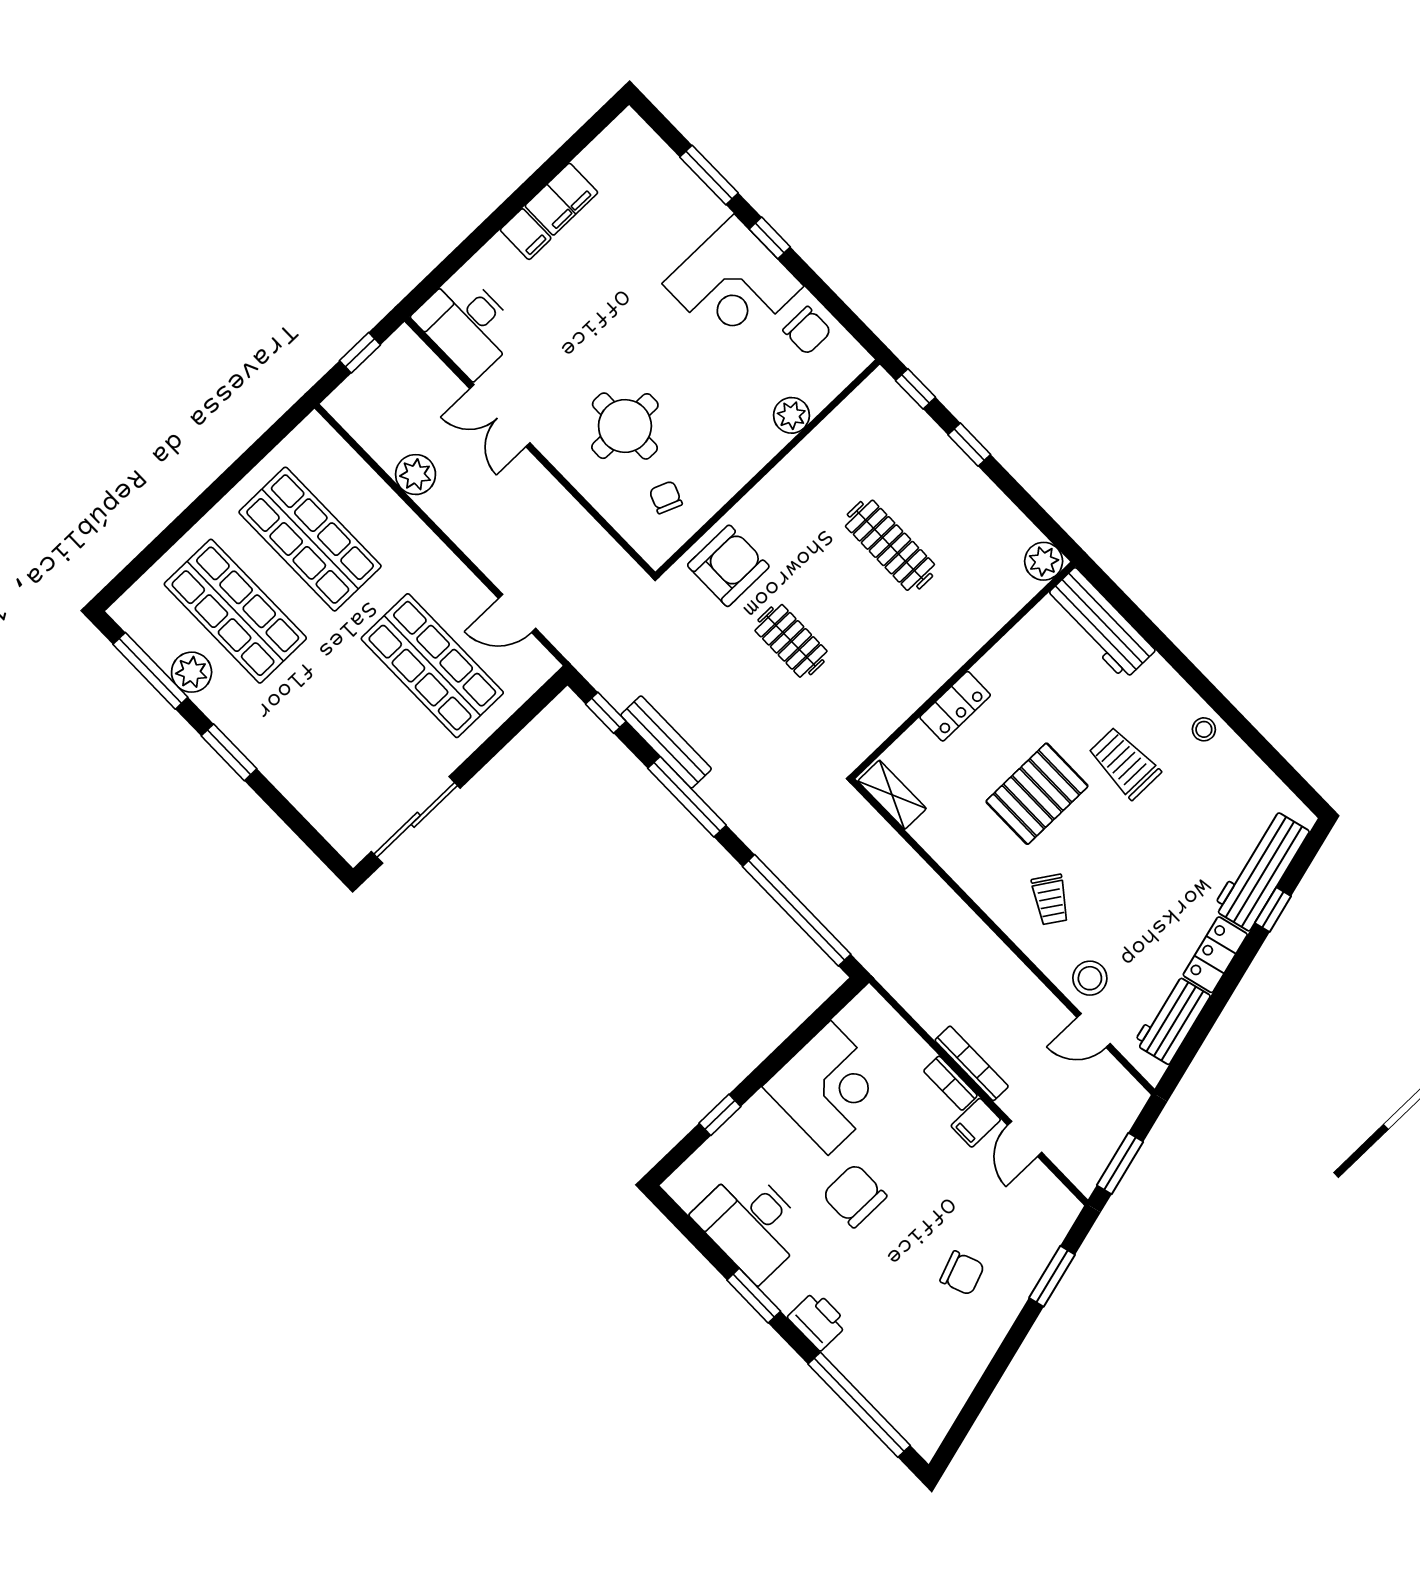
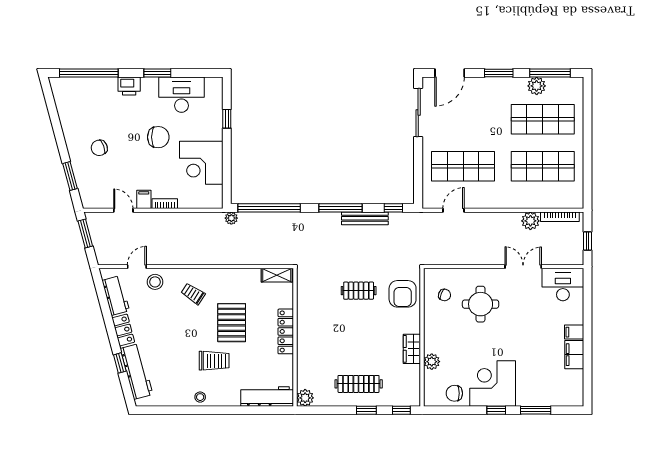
wardrobe: (802, 466) -> (412, 349), added
clothes rail: (890, 545) -> (359, 384), moved
locker: (955, 706) -> (286, 331), width x1.53
door: (305, 831) -> (450, 73), added
plant: (871, 955) -> (231, 218), added
bookcase: (972, 1063) -> (560, 217), moved

